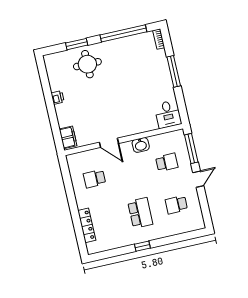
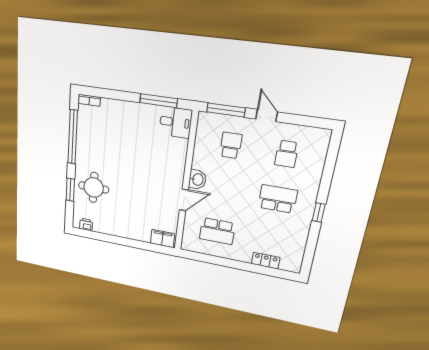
window: (174, 71) -> (158, 101), moved
printer: (58, 97) -> (86, 225), moved
washbasin: (141, 145) -> (197, 179), moved
school desk: (95, 179) -> (217, 231), width x1.85
locker: (87, 225) -> (266, 261), width x0.66

